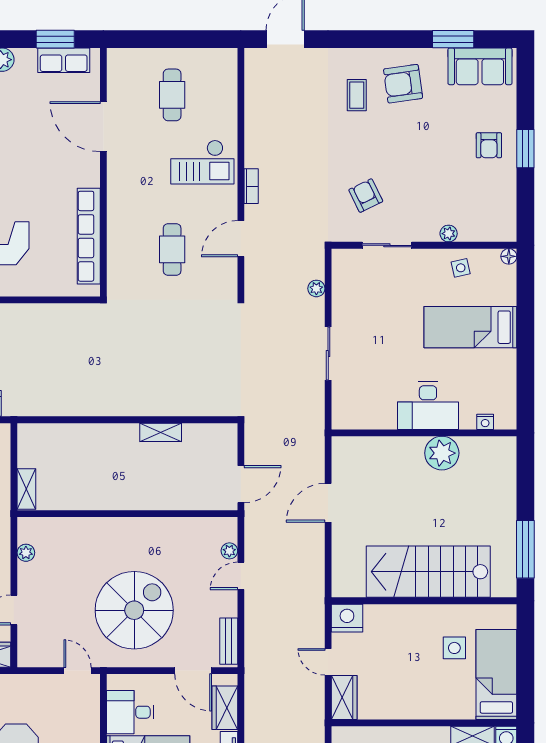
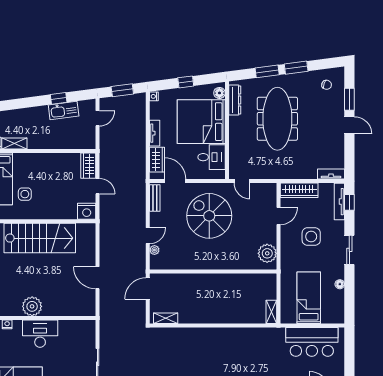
shelving: (161, 432) -> (166, 318), moved
shelving: (26, 489) -> (271, 312), moved
door: (328, 503) -> (98, 278), swing flipped
plant: (26, 553) -> (267, 253), width x1.87, depth x1.87
spiral stairs: (134, 610) -> (209, 216), turned 90

